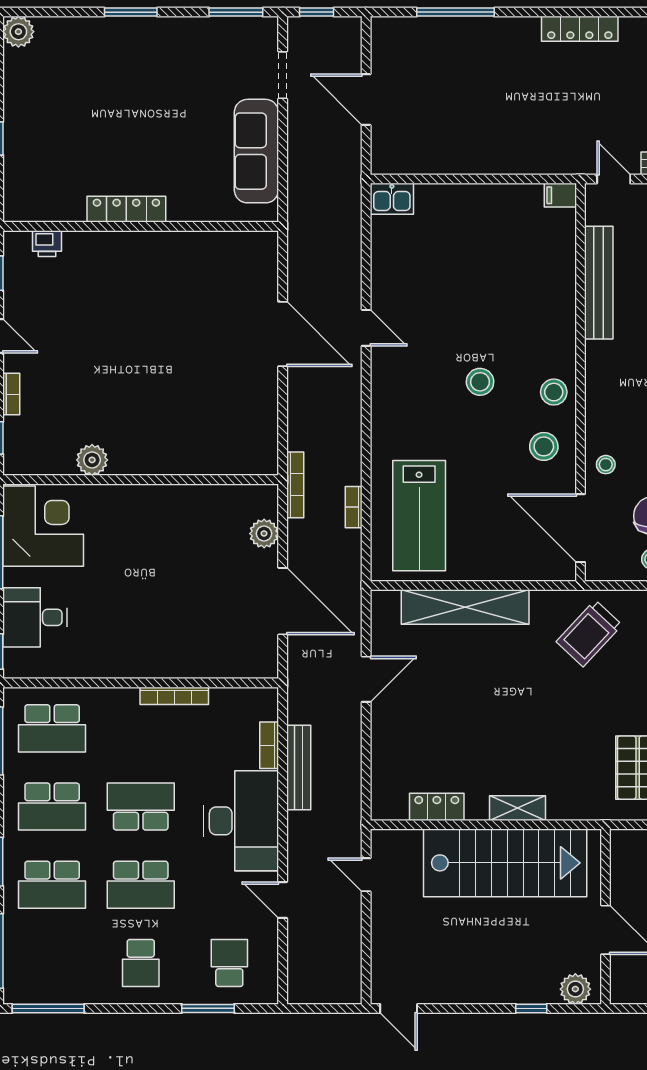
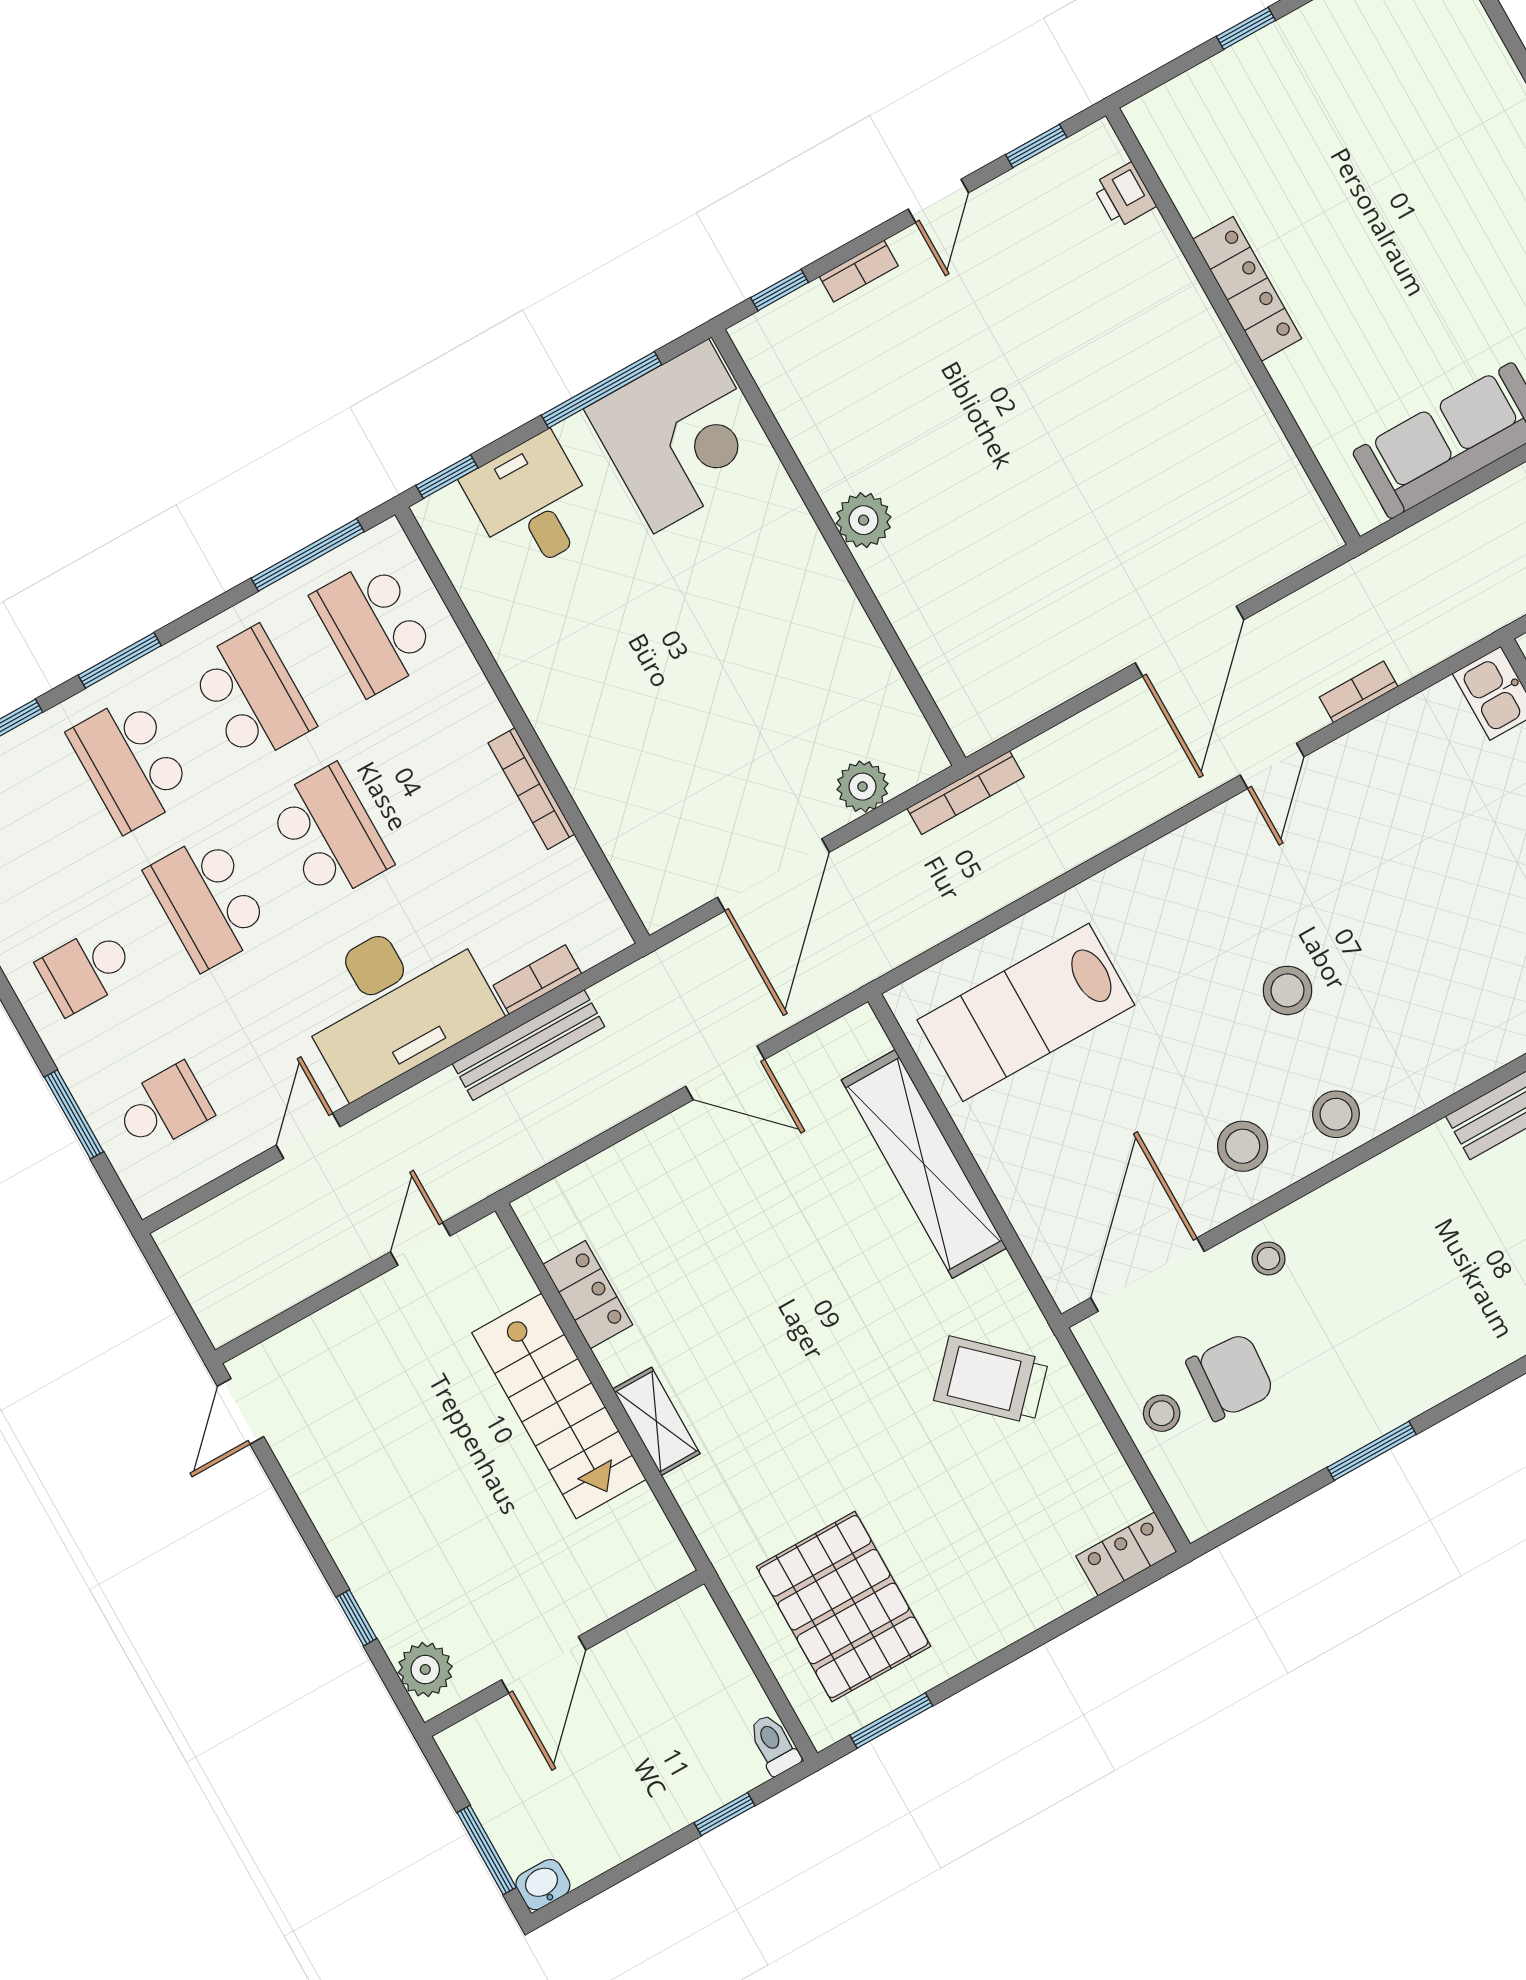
plant: (92, 460) -> (864, 520), moved
bookcase: (354, 507) -> (1359, 692), moved
school desk: (52, 807) -> (252, 695), turned 180
stairs: (505, 863) -> (559, 1406), width x0.73, depth x0.66

